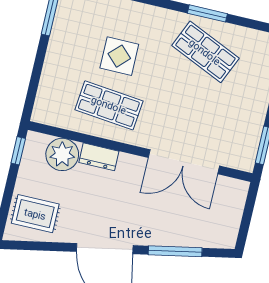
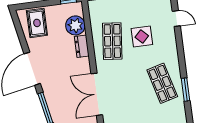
window: (207, 13) -> (186, 90), moved
shop shelf: (205, 52) -> (162, 83), turned -39

